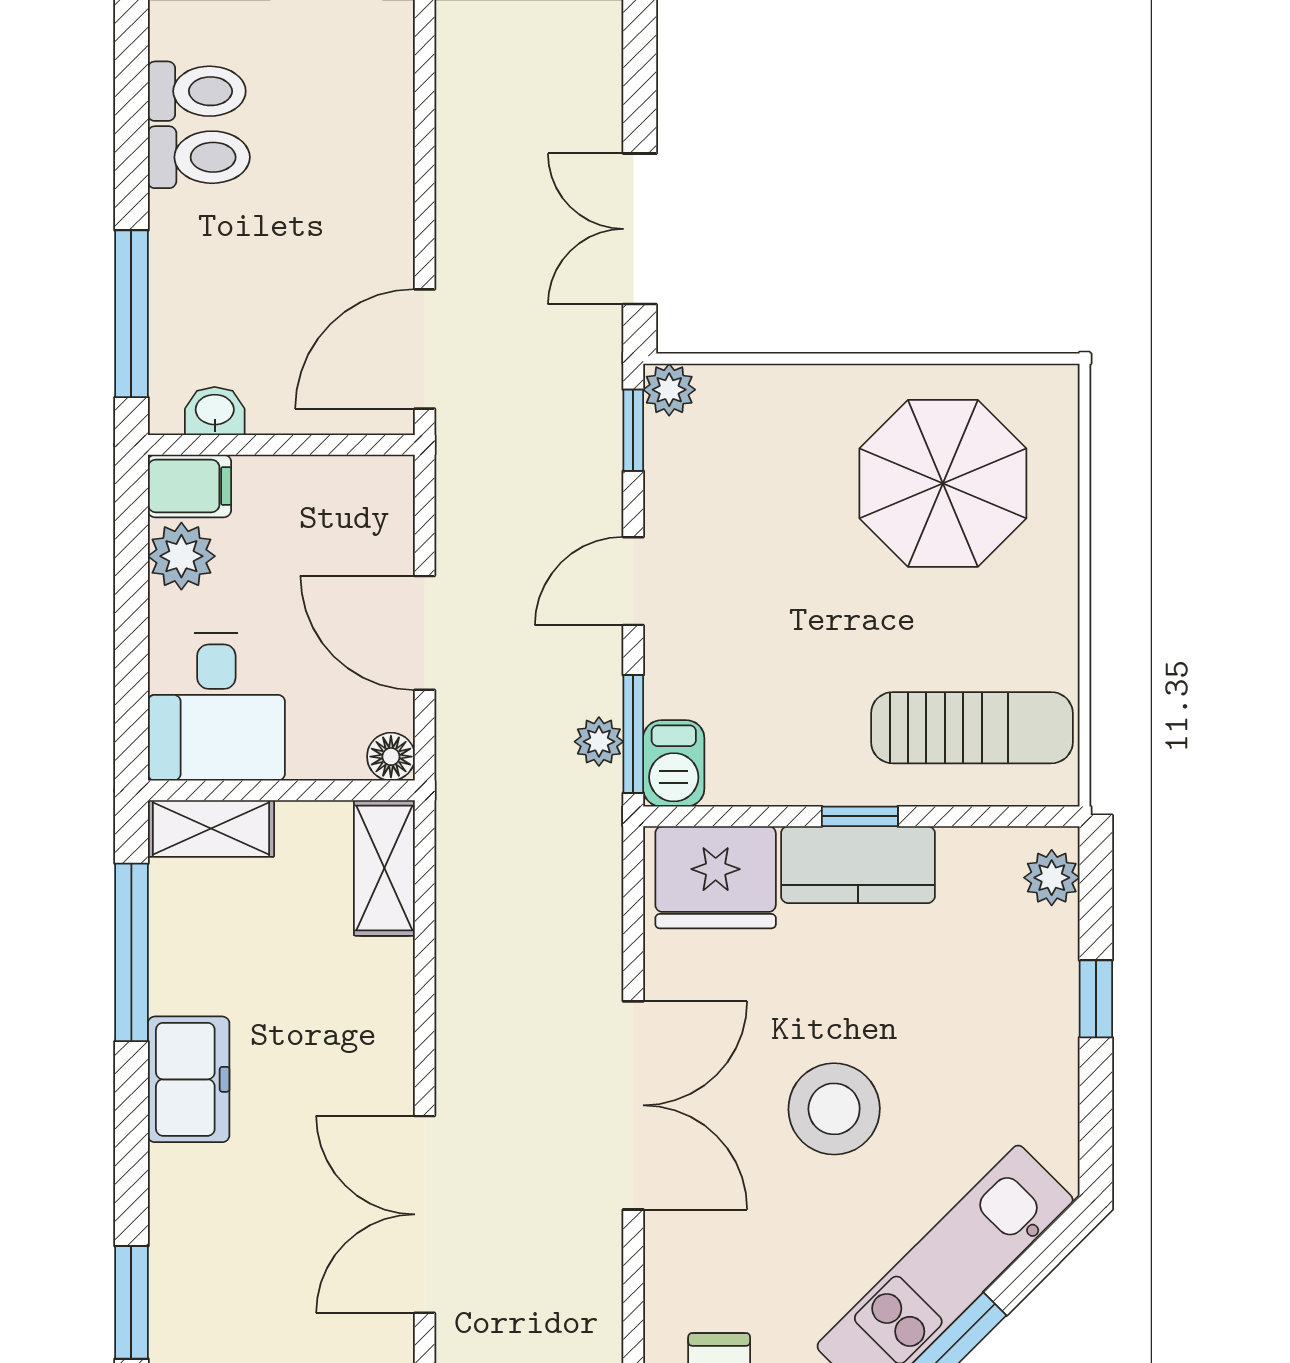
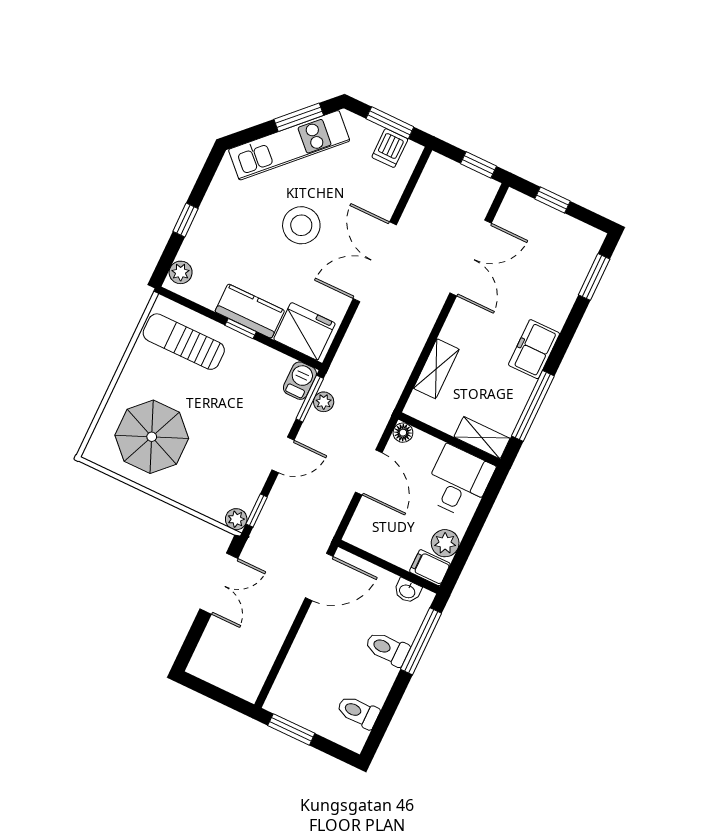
toilet: (199, 157) -> (387, 648), moved
shelving: (384, 868) -> (436, 369), moved

